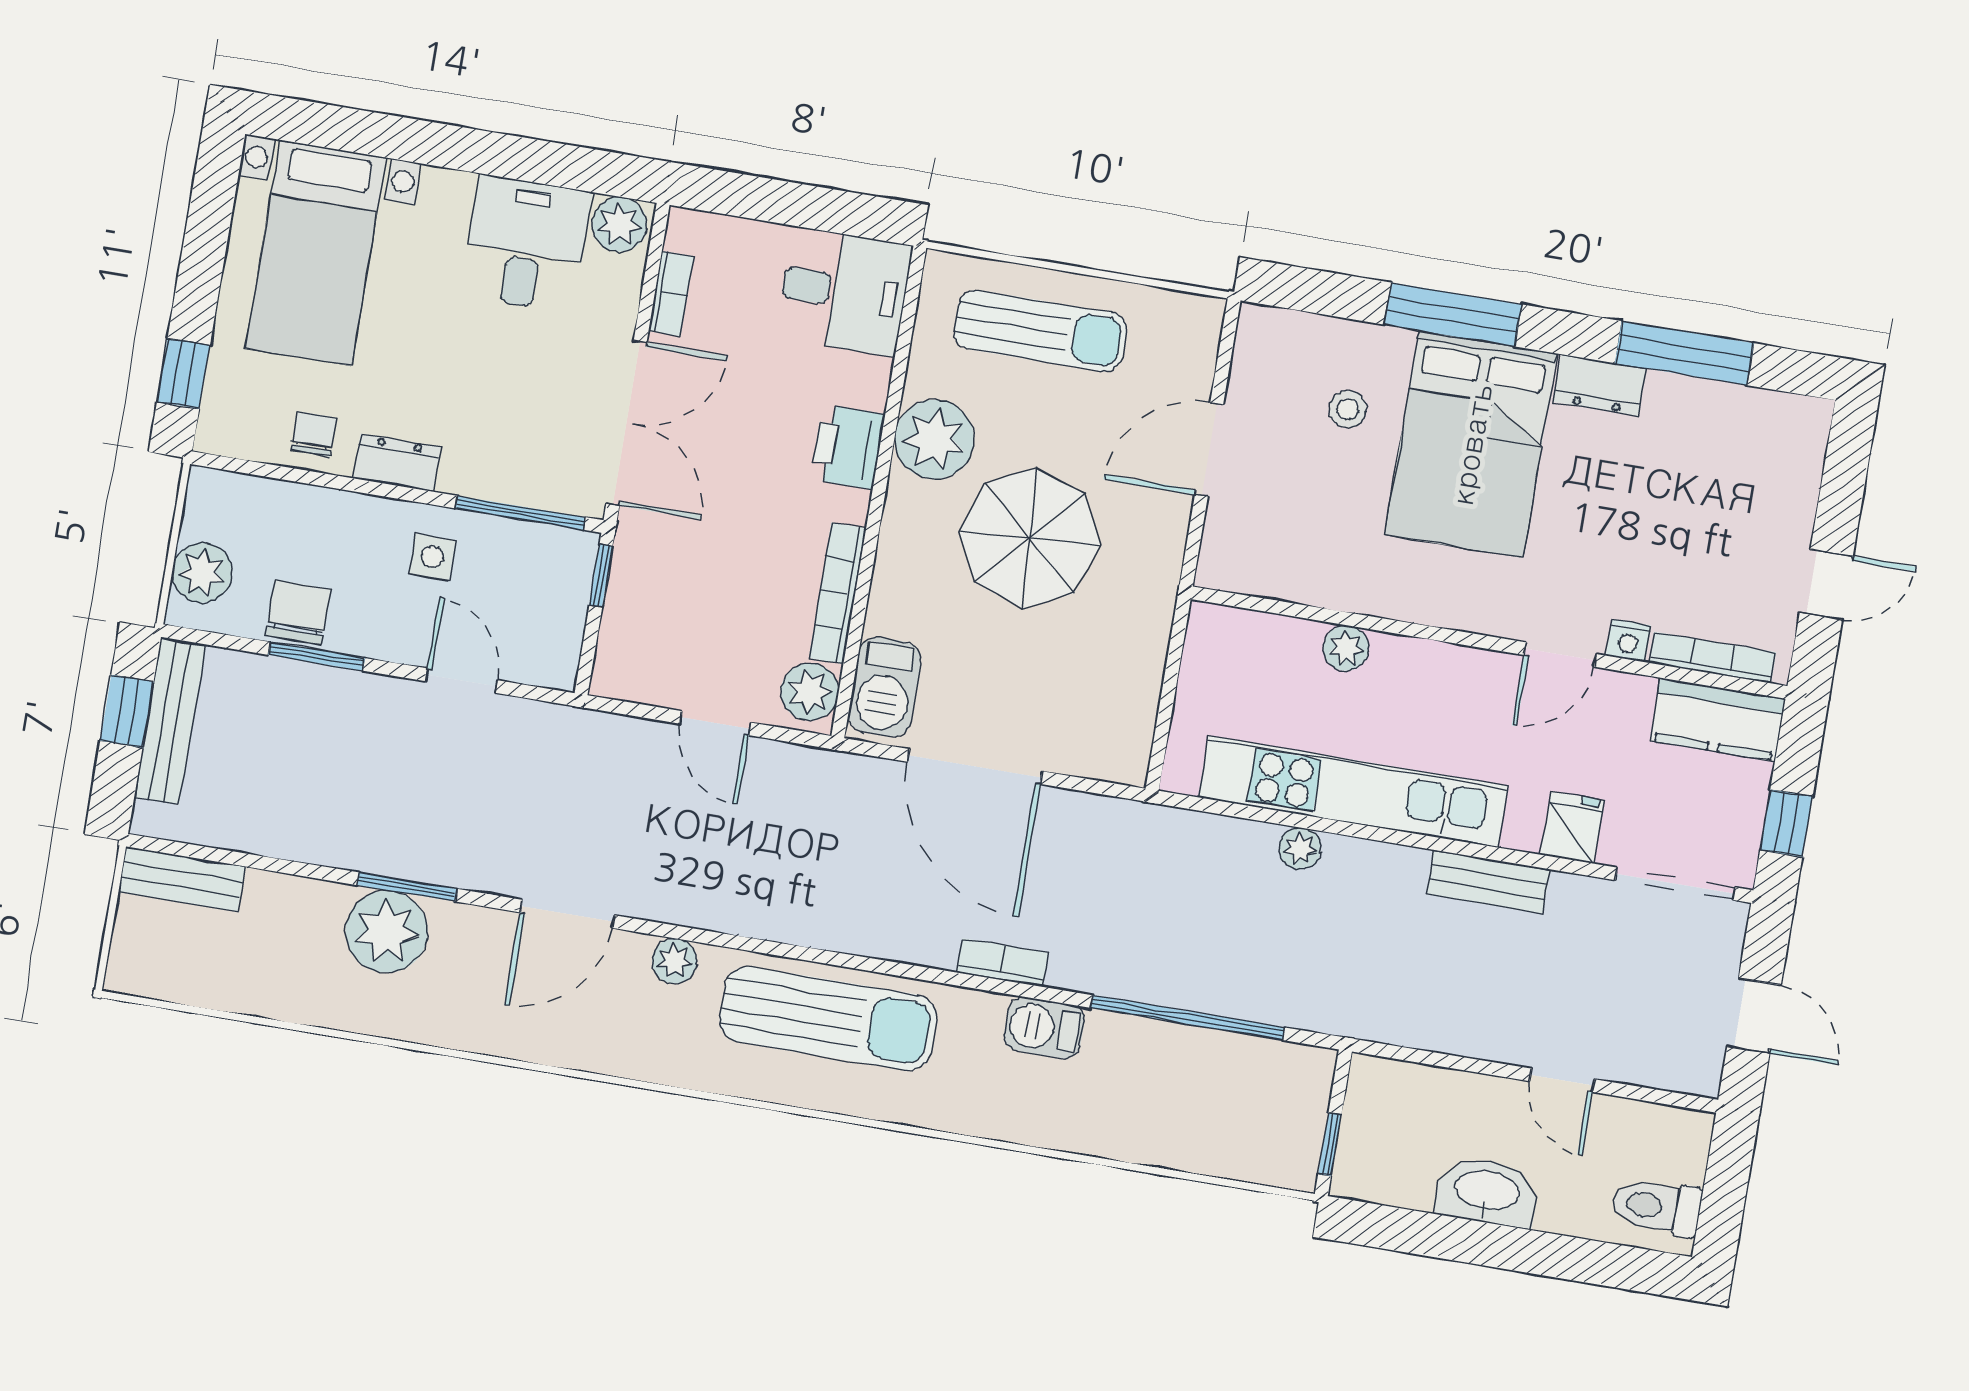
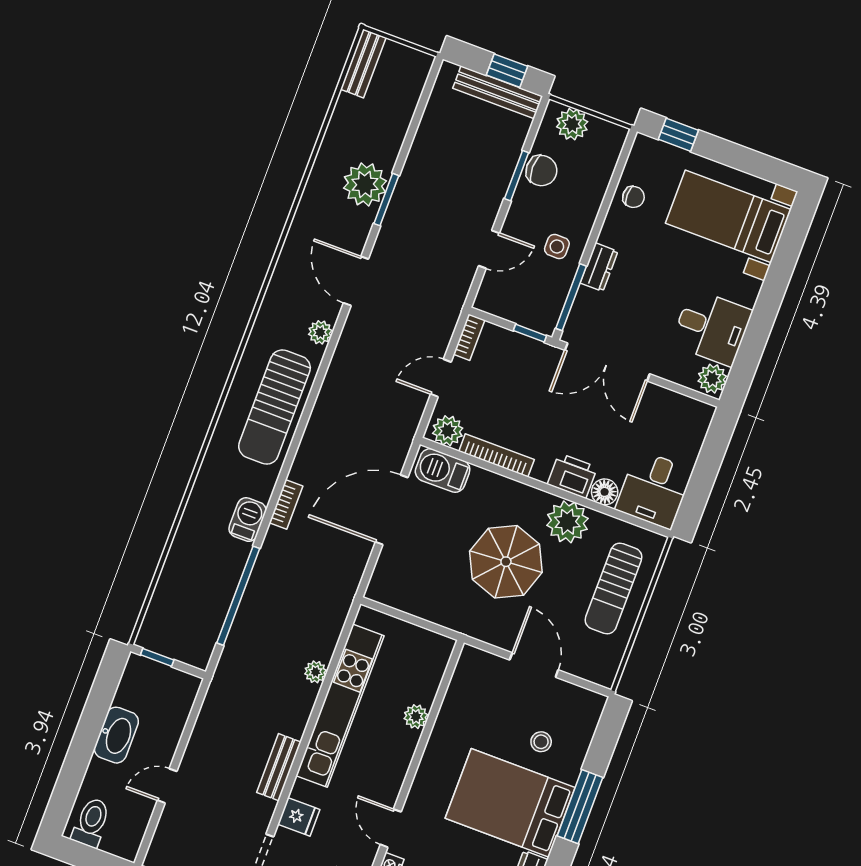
bookcase: (671, 294) -> (469, 337), moved, turned -90
floor lamp: (866, 382) -> (605, 492), added
dresser: (397, 462) -> (599, 267), moved
bench: (182, 879) -> (363, 63), moved

